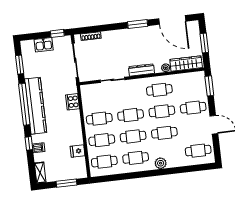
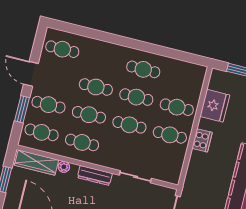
window: (209, 86) -> (22, 109), moved
cooker: (72, 102) -> (202, 140), moved
fridge: (78, 151) -> (215, 106), width x1.88, depth x1.34
cafe table: (104, 162) -> (42, 132), moved
plant: (161, 163) -> (115, 51), removed

